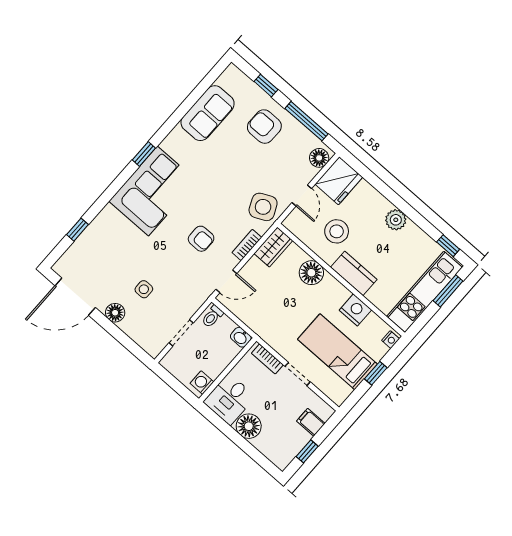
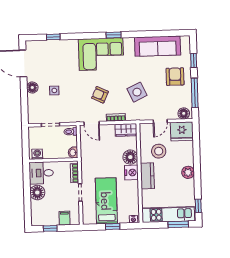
sofa: (208, 113) -> (158, 46), width x1.36
side table: (263, 207) -> (137, 92), moved
armchair: (201, 239) -> (100, 95), turned 115
nightstand: (355, 310) -> (131, 173), moved

